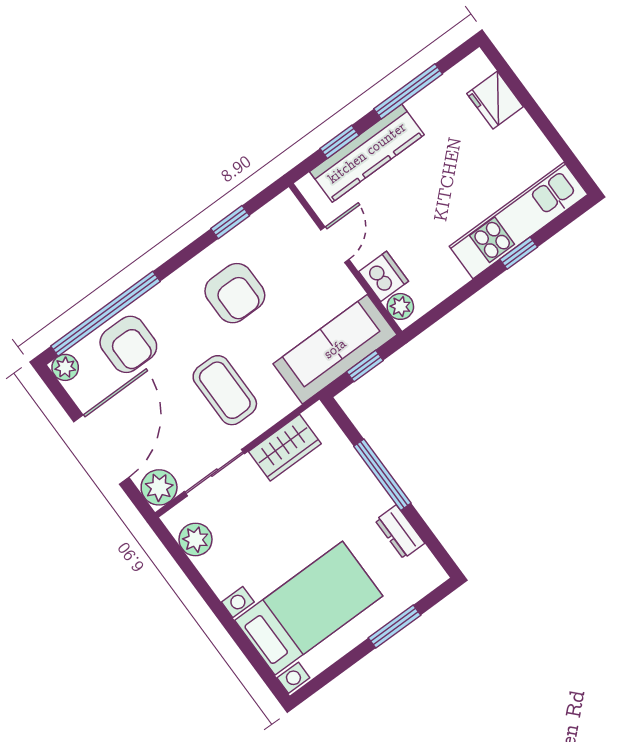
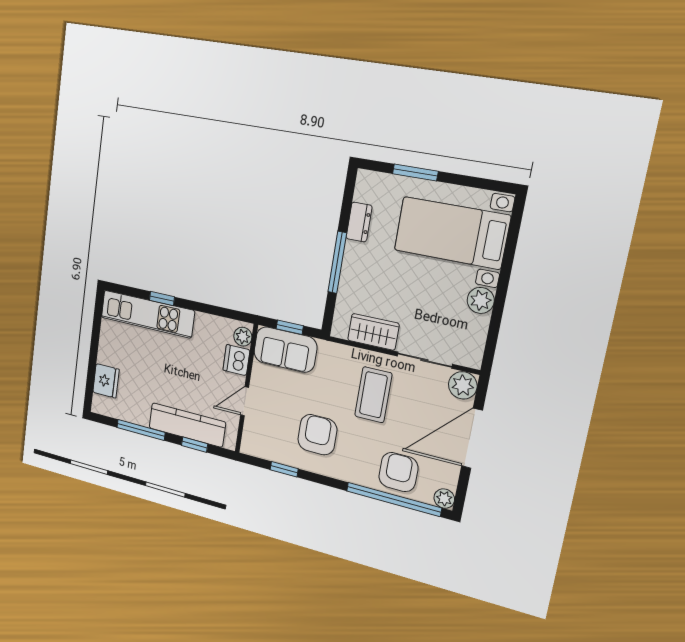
sofa: (335, 349) -> (285, 350), width x0.73
plant: (196, 539) -> (481, 300), moved

